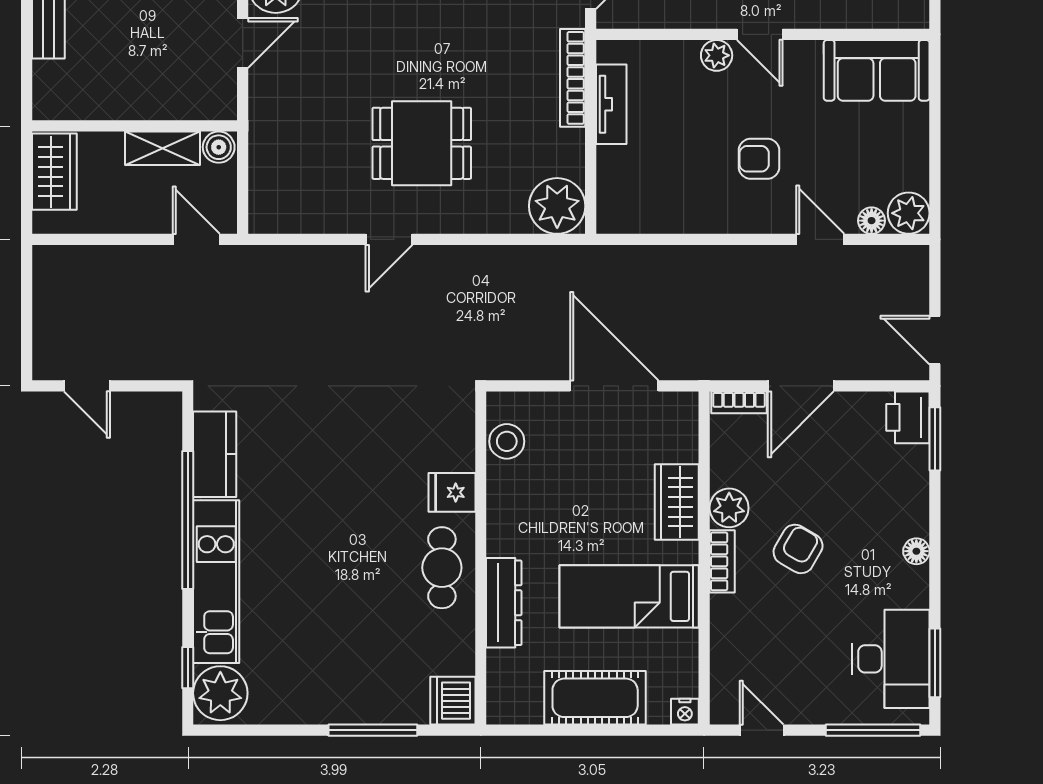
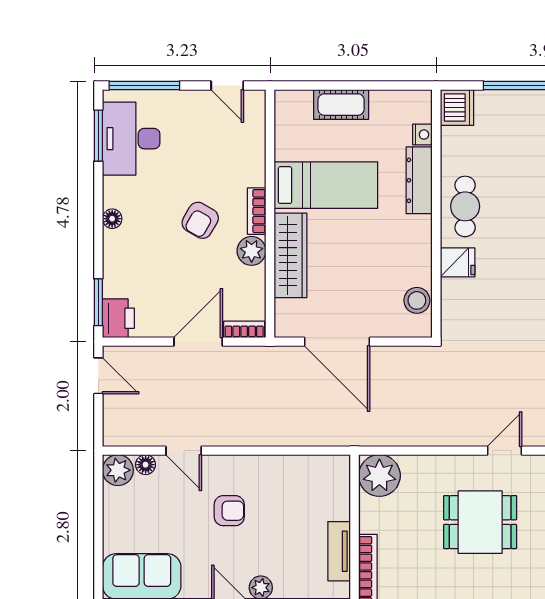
wardrobe: (677, 502) -> (290, 255), width x1.50
cot: (595, 698) -> (341, 105), width x0.73, depth x0.75
nightstand: (685, 712) -> (422, 135), moved, turned 90

